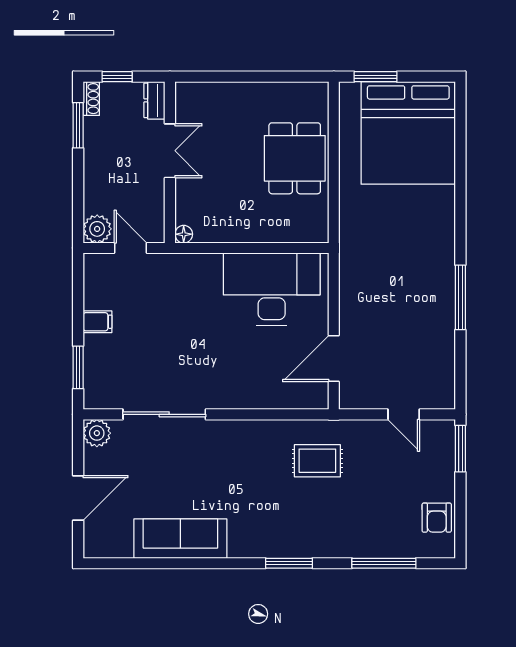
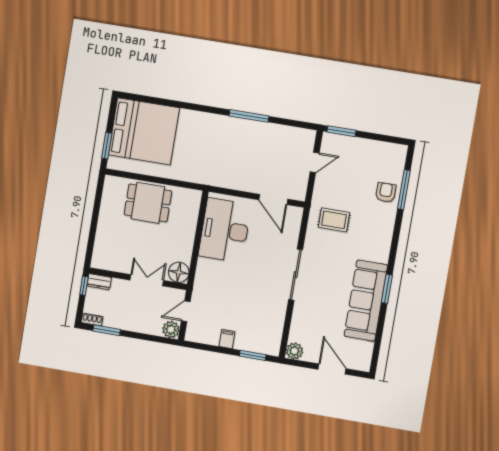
window: (117, 77) -> (84, 286), moved
double door: (170, 151) -> (147, 280), moved
floor lamp: (184, 234) -> (179, 272), width x1.89, depth x1.89
sliding door: (164, 414) -> (296, 275), moved
rug: (317, 461) -> (334, 220), turned 90
armchair: (437, 518) -> (386, 192), moved, turned -90
sofa: (180, 539) -> (366, 301), width x1.36, depth x1.27
window: (289, 563) -> (387, 289), moved

